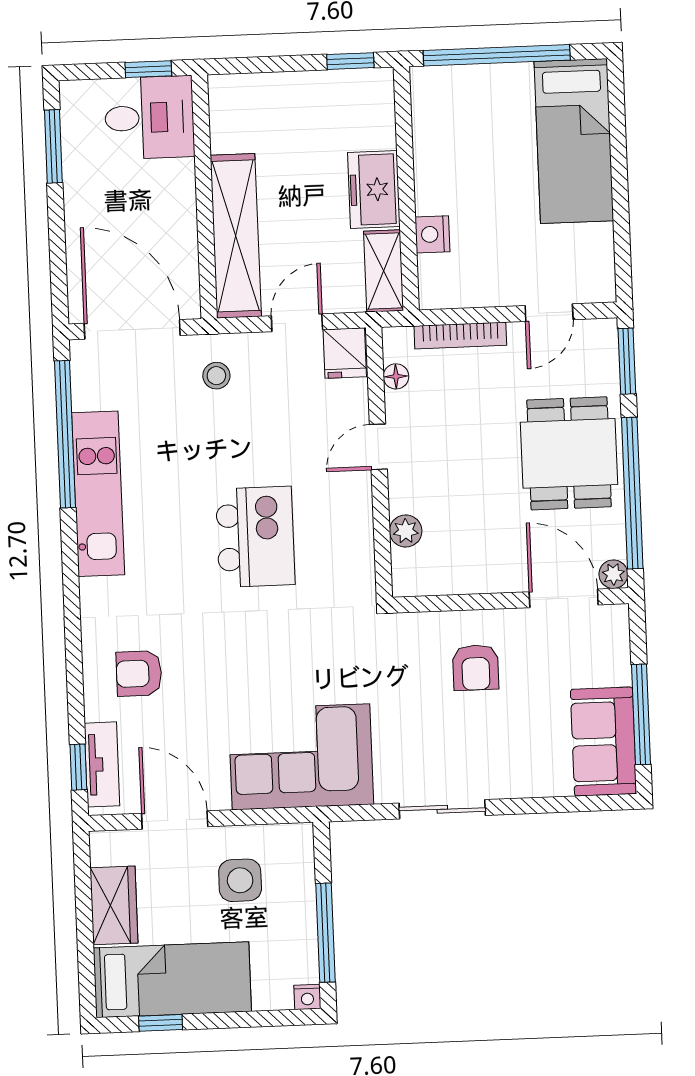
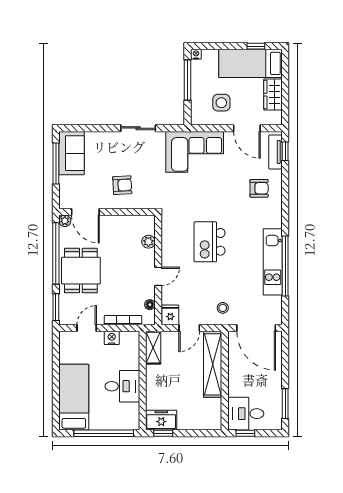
desk: (456, 173) -> (122, 386), added
freezer: (374, 189) -> (161, 420), moved, turned -90
nightstand: (432, 234) -> (112, 338), moved, turned -90
window: (65, 434) -> (285, 266), moved
armchair: (476, 668) -> (122, 185), turned 87

